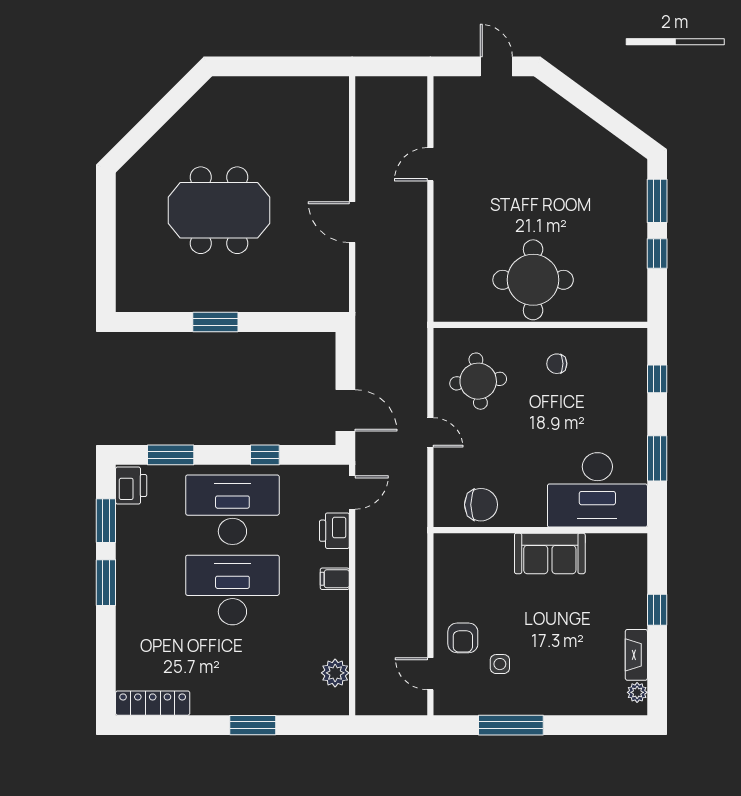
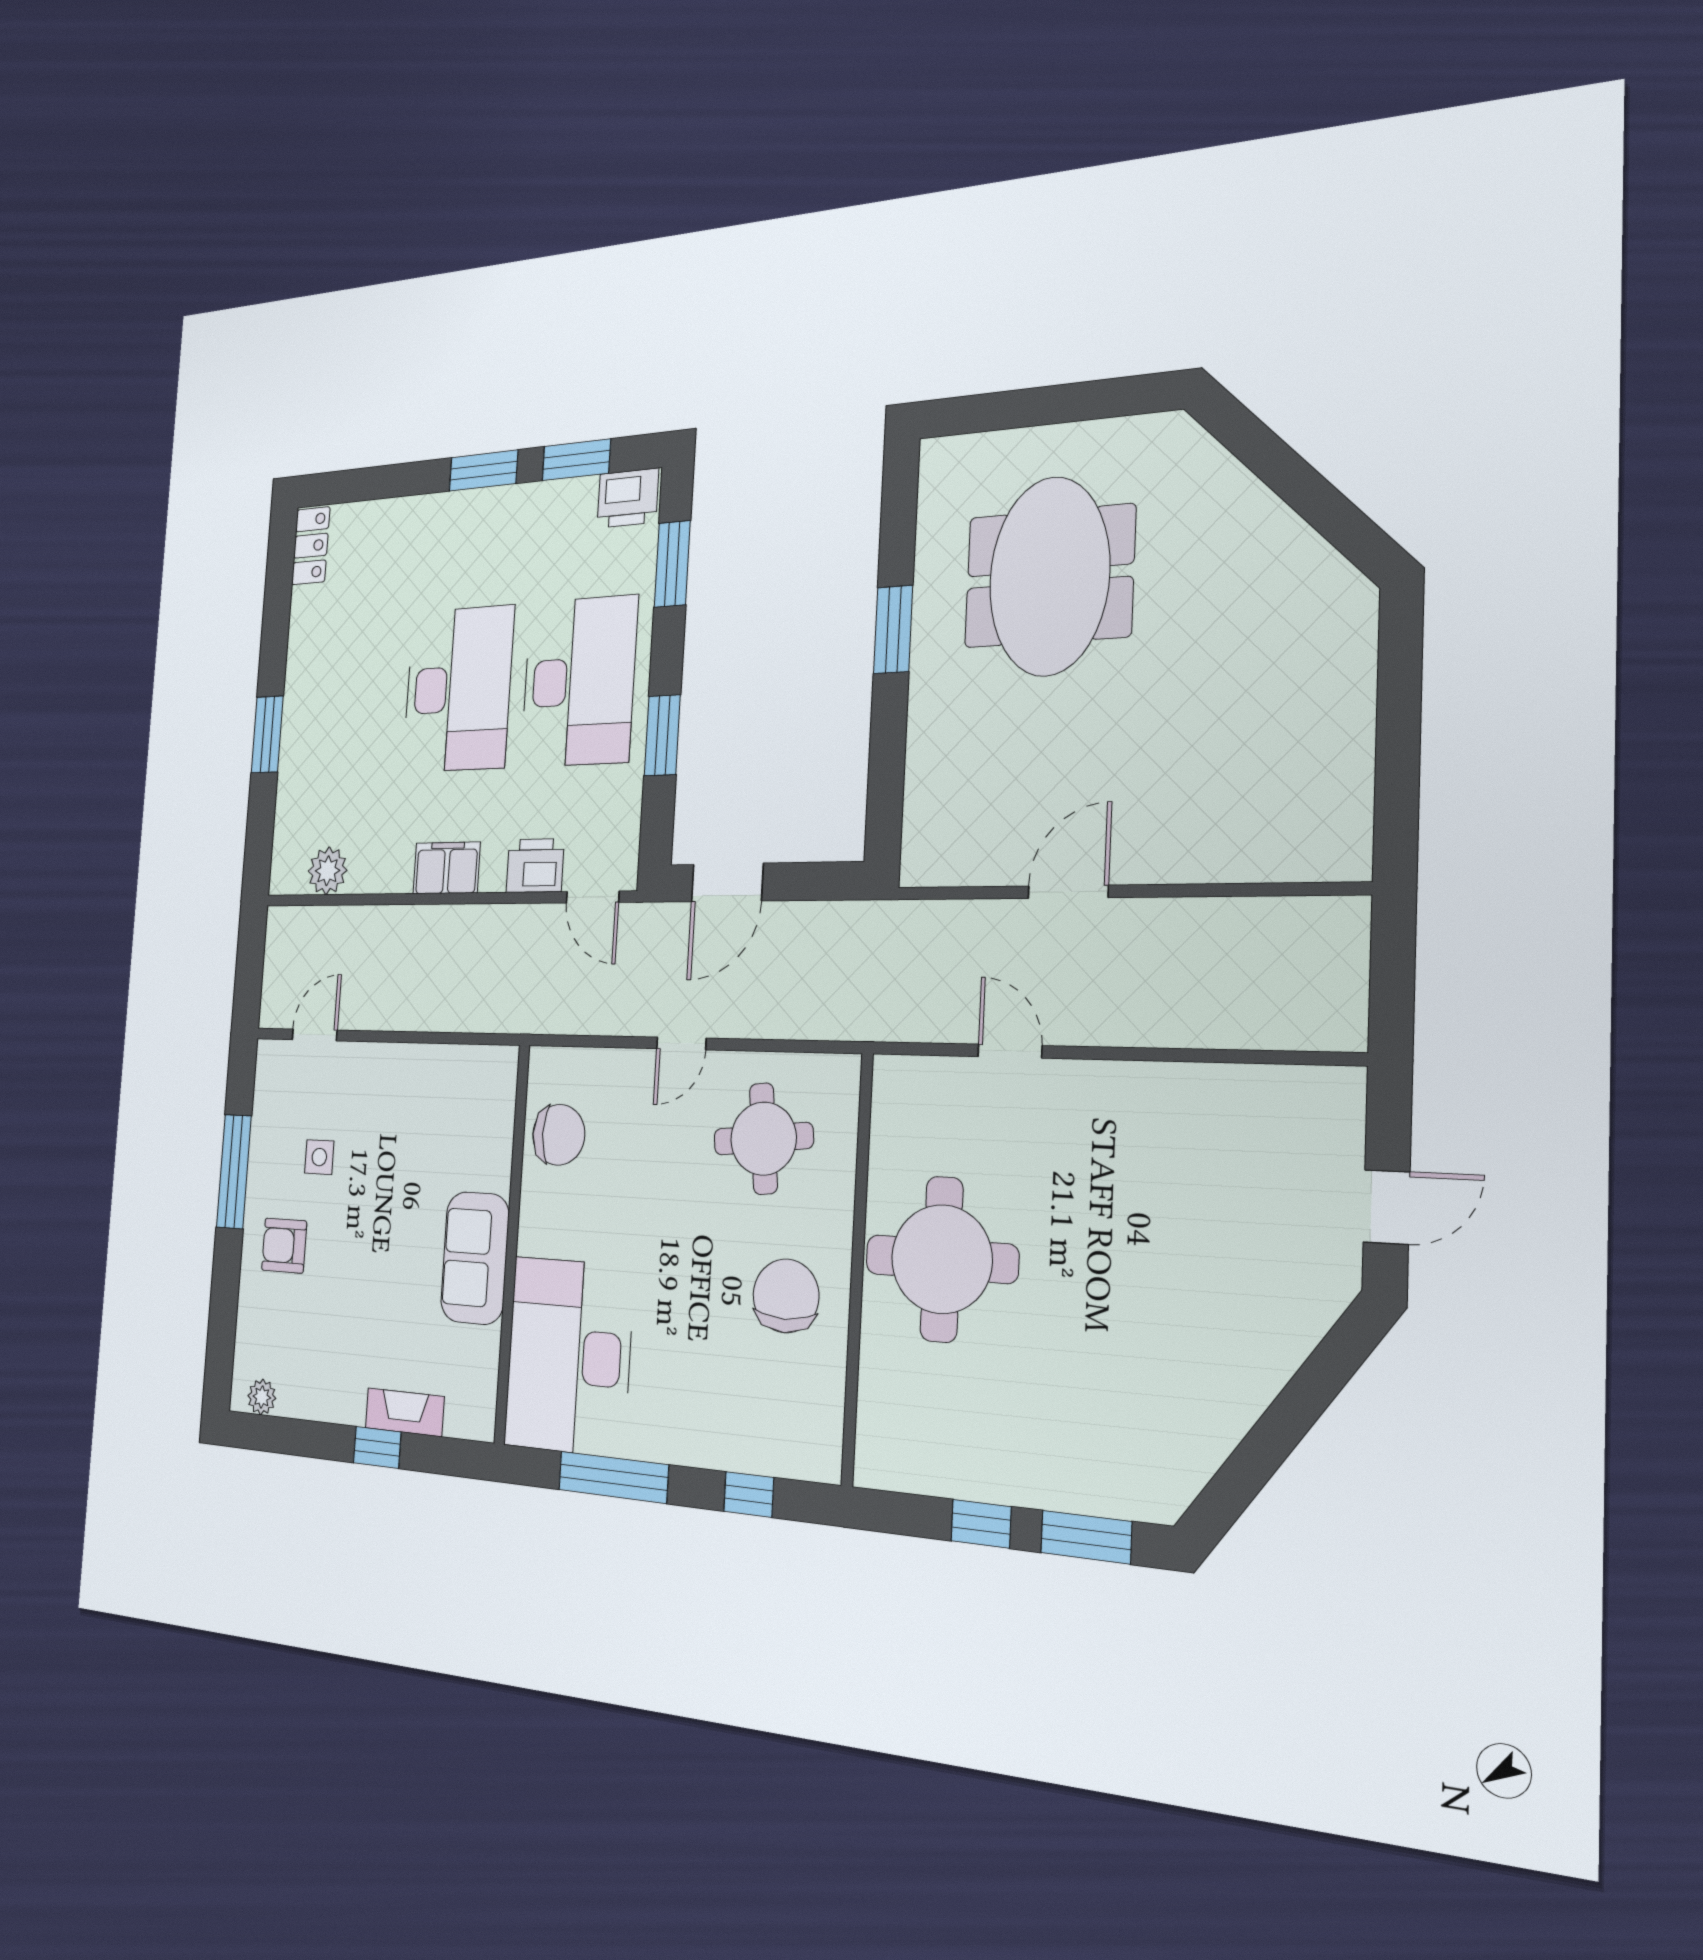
door: (430, 164) -> (1010, 1051), moved
meeting table: (219, 210) -> (1049, 576), moved
chair: (557, 364) -> (786, 1296), width x1.87, depth x1.87
window: (265, 455) -> (662, 735), width x1.50
window: (657, 458) -> (613, 1477), width x1.44
chair: (481, 505) -> (559, 1135), turned -90
filing cabinet: (335, 579) -> (447, 868), width x2.00
armchair: (463, 638) -> (284, 1246), moved
fireplace: (636, 655) -> (405, 1412), moved
locker: (153, 703) -> (311, 546), width x0.66

